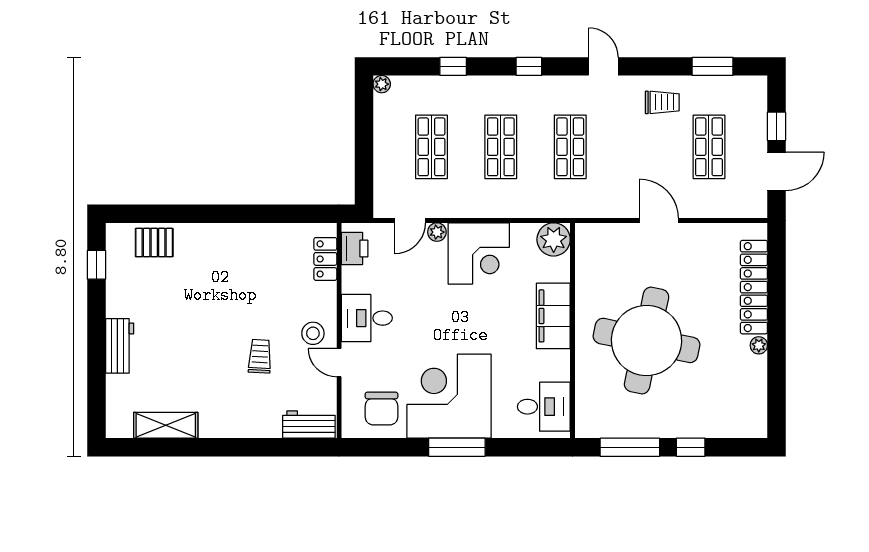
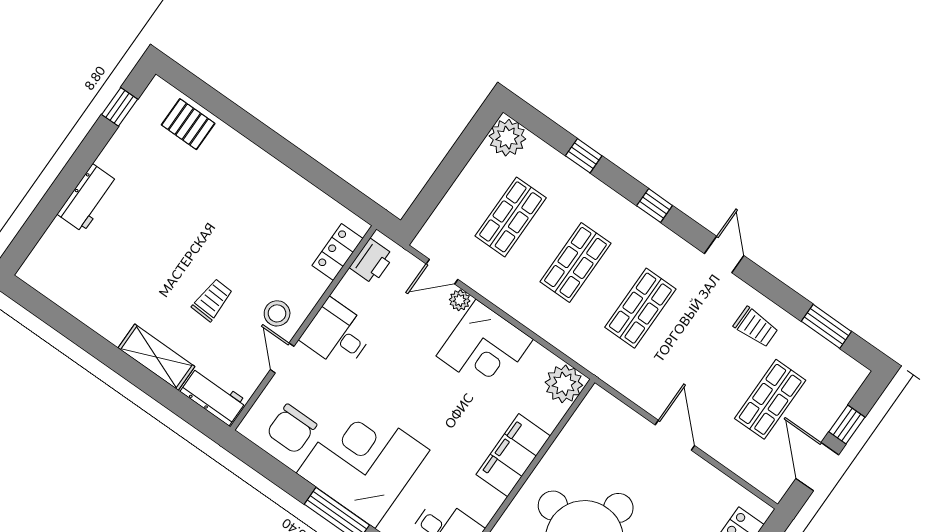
plant: (382, 84) -> (507, 138), width x1.87, depth x1.87
door: (777, 171) -> (817, 467), swing flipped
shelving: (166, 425) -> (156, 357), moved

